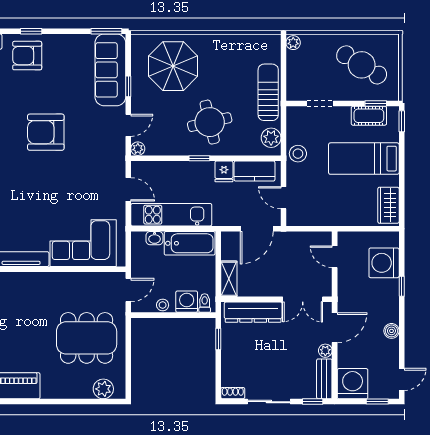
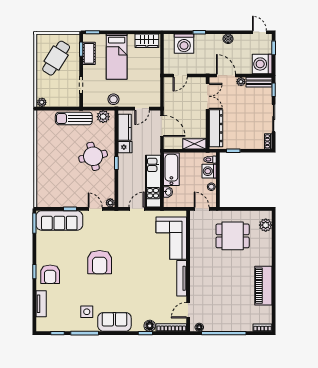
parasol: (173, 66) -> (57, 180), removed
dining table: (87, 338) -> (233, 236), width x0.73

